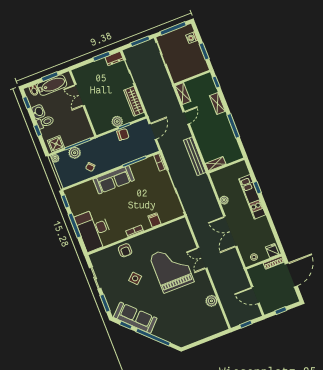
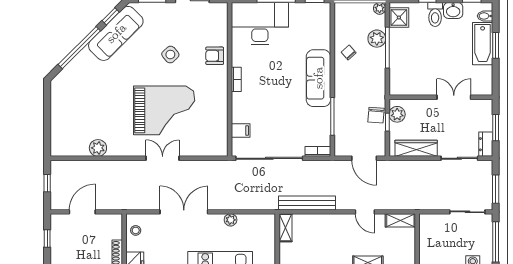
double door: (80, 95) -> (454, 97), moved
wall: (83, 103) -> (441, 97), moved
filing cabinet: (155, 220) -> (241, 131), moved

